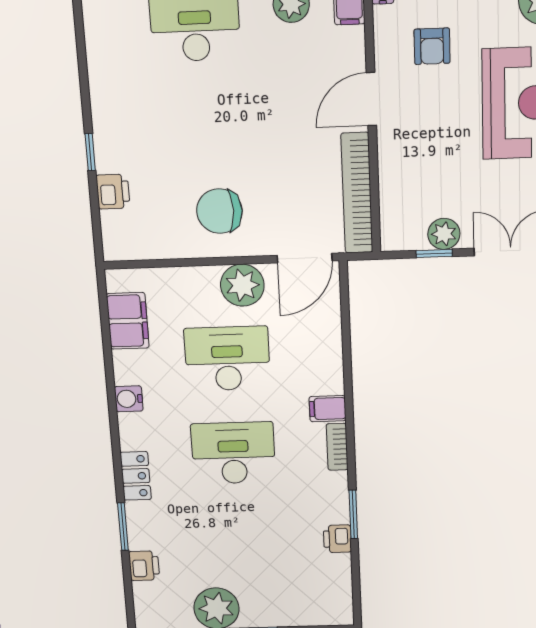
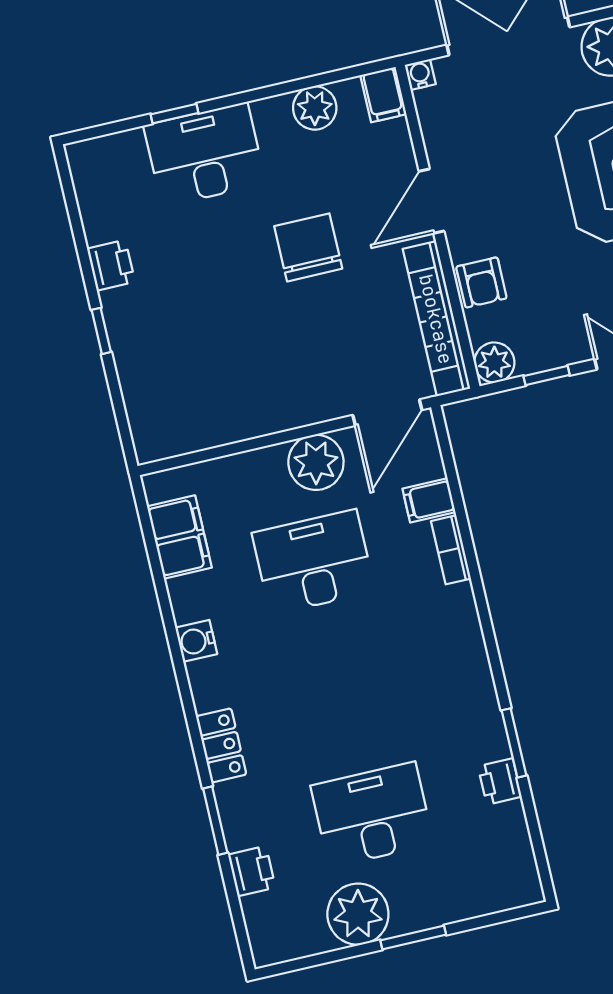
armchair: (432, 46) -> (481, 282), moved
printer: (113, 192) -> (111, 265), moved
chair: (219, 211) -> (308, 247), moved, turned 90
plant: (444, 234) -> (494, 362), moved
filing cabinet: (328, 409) -> (429, 500), moved
bookcase: (337, 447) -> (451, 550), moved
desk: (233, 453) -> (372, 815), moved

